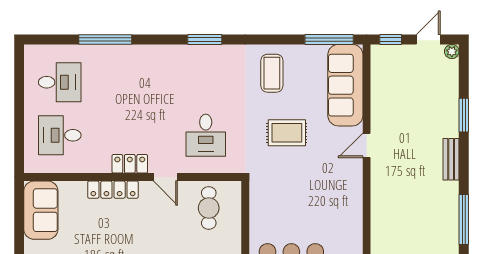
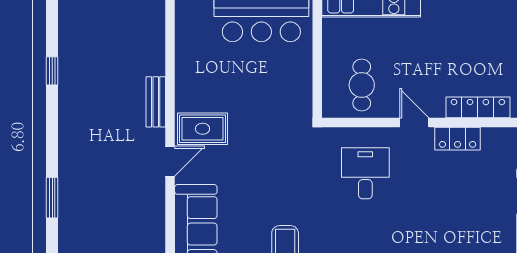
rug: (287, 133) -> (202, 129), moved
bench: (451, 159) -> (156, 102), moved
window: (464, 220) -> (52, 71), width x0.46

